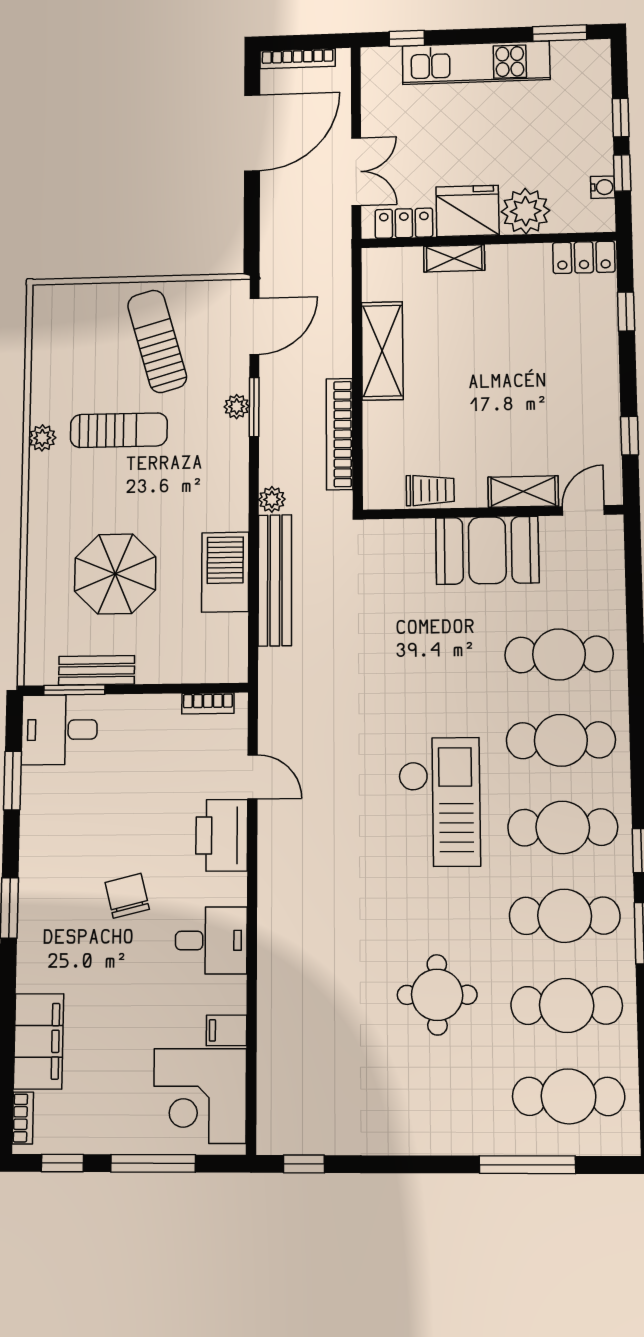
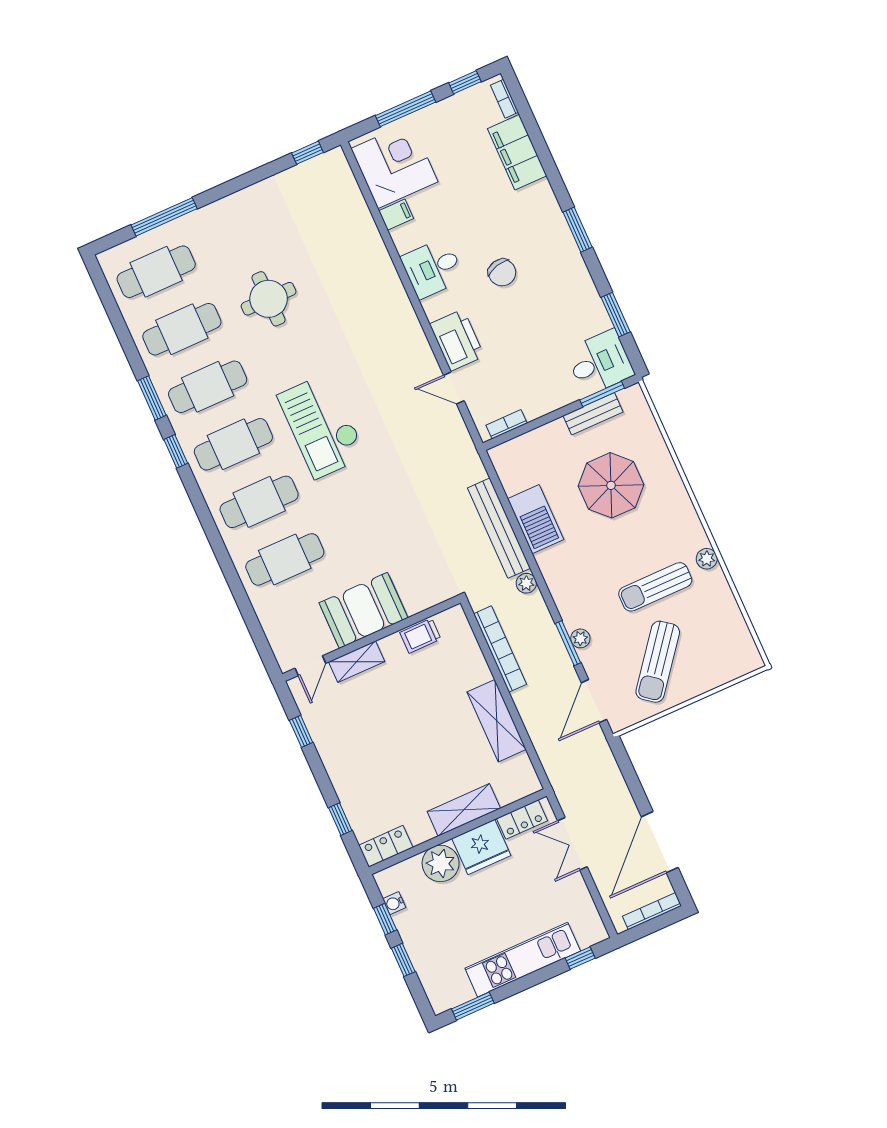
shelving: (454, 258) -> (464, 810), width x1.50, depth x1.33
sun lounger: (157, 341) -> (658, 662), turned 54

